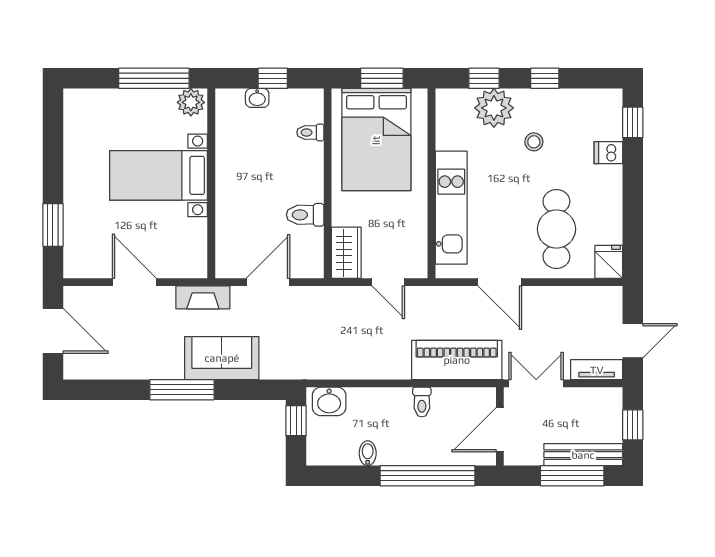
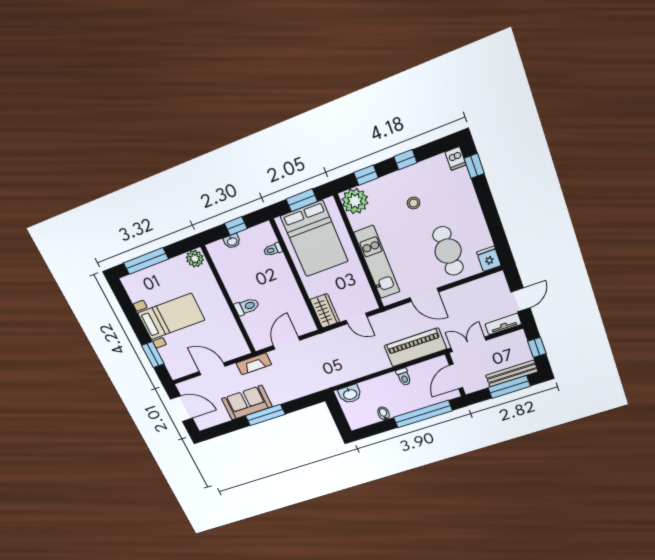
window: (154, 78) -> (146, 261), moved
plant: (494, 108) -> (355, 201), moved
dishwasher: (608, 153) -> (455, 158), moved, turned -90
bed with nightstands: (158, 175) -> (171, 317), moved, turned 180
toilet: (305, 215) -> (247, 307), moved, turned 180
sofa: (222, 358) -> (247, 403), moved
window: (296, 421) -> (336, 410), removed

